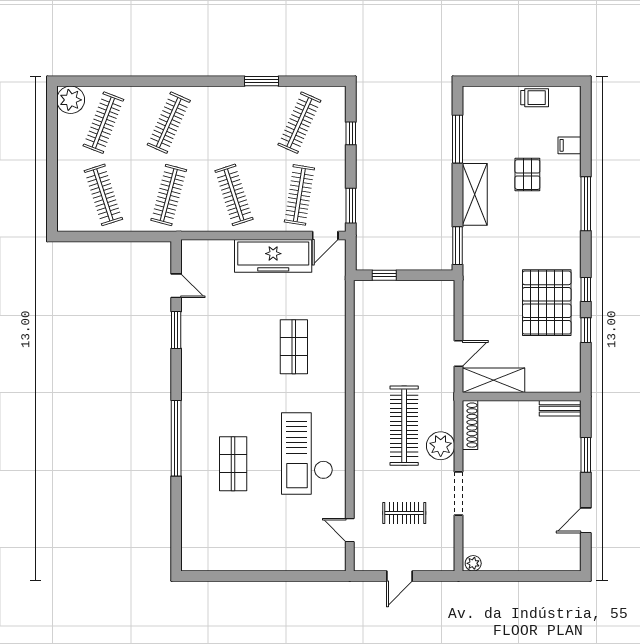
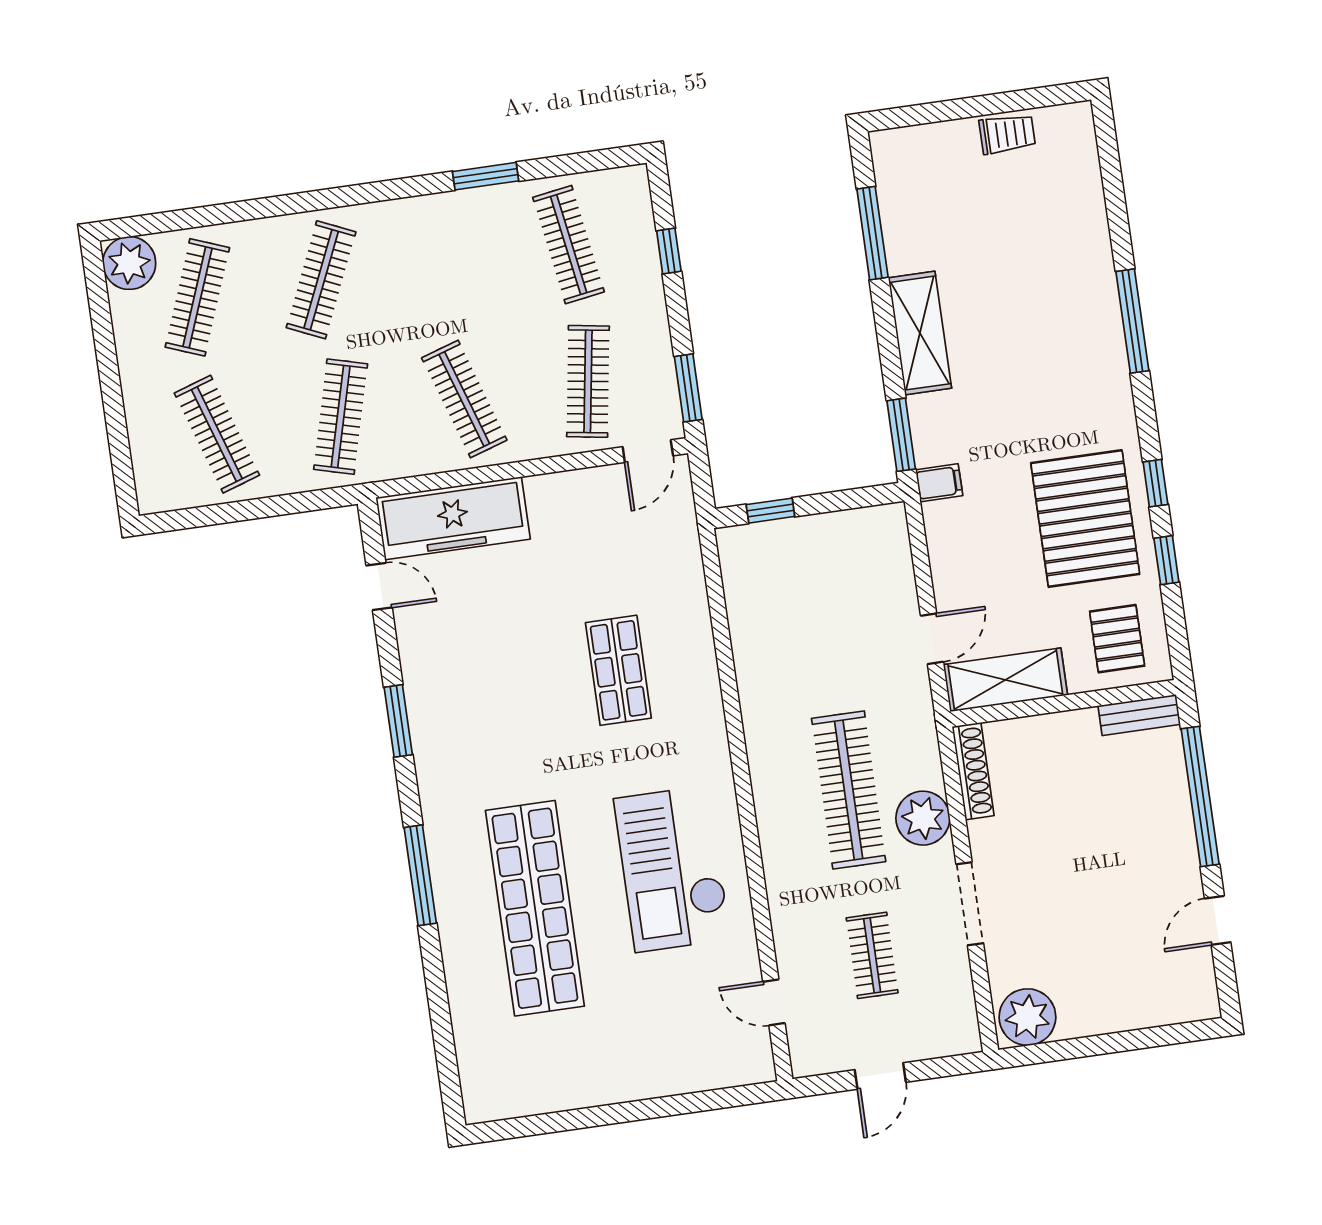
clothes rail: (299, 123) -> (569, 245), turned -33
filing cabinet: (570, 145) -> (939, 483), moved, turned 180
pallet: (527, 175) -> (1117, 639), moved
freezer: (273, 256) -> (453, 518), moved
window: (176, 330) -> (398, 721), moved
window: (176, 438) -> (420, 875), width x0.68
window: (586, 455) -> (1200, 796), width x2.11
shop shelf: (233, 464) -> (535, 908), width x2.00, depth x1.36
clothes rail: (404, 513) -> (872, 955), turned 90
plant: (473, 563) -> (1027, 1017), width x1.87, depth x1.87

